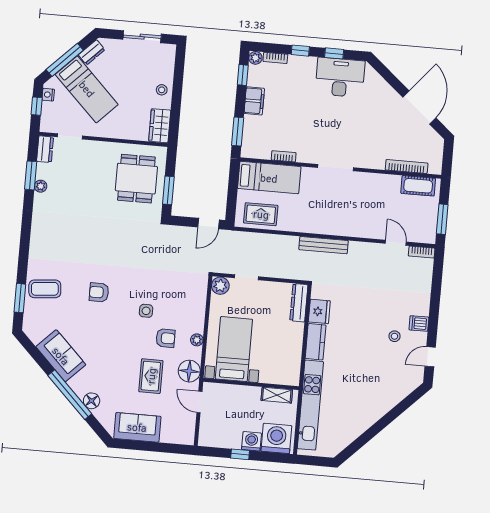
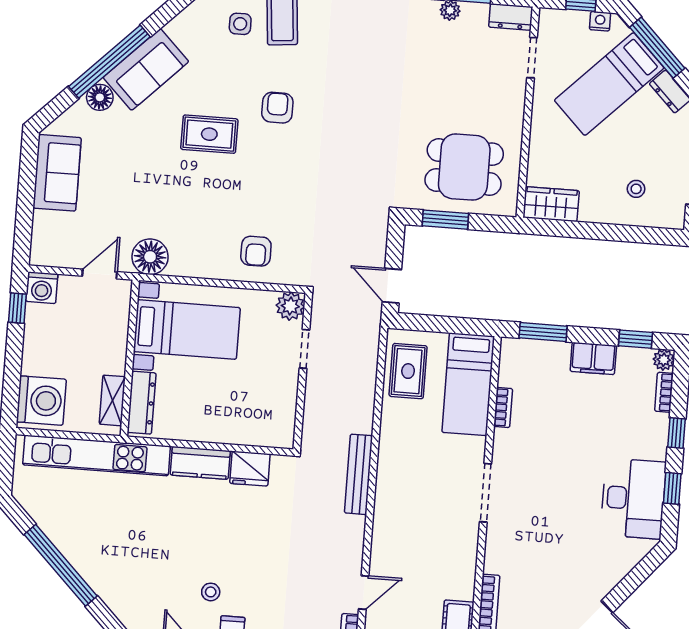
stool: (162, 90) -> (636, 189), moved
dresser: (299, 303) -> (142, 403), moved, turned 90
side table: (146, 311) -> (240, 24), moved
armchair: (165, 338) -> (256, 251), moved
plant: (197, 340) -> (201, 269), removed
sofa: (61, 356) -> (146, 69), moved
rug: (151, 376) -> (209, 134), moved
window: (377, 428) -> (61, 565), added
washing machine: (251, 441) -> (42, 288), moved, turned 90
window: (240, 454) -> (17, 308), moved

